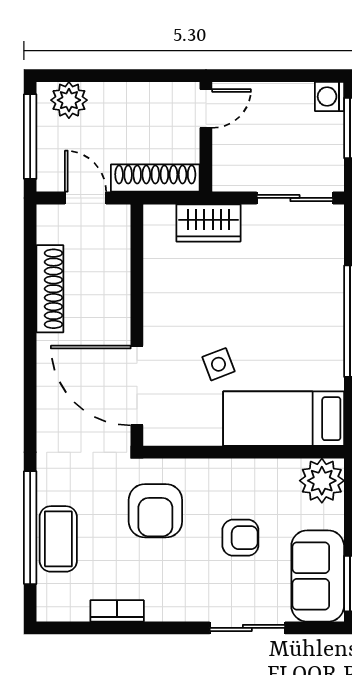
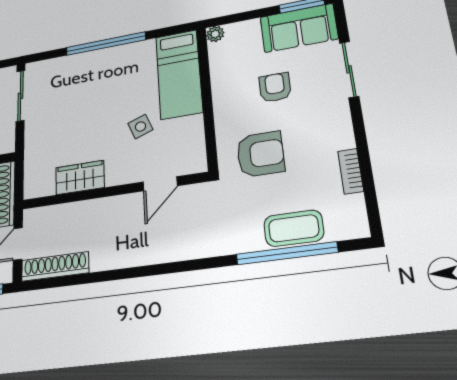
wardrobe: (208, 223) -> (80, 177), moved, turned -90
shoe rack: (50, 289) -> (55, 267), moved
door: (137, 386) -> (160, 184), width x0.53
plant: (322, 481) -> (215, 34), width x0.53, depth x0.53

